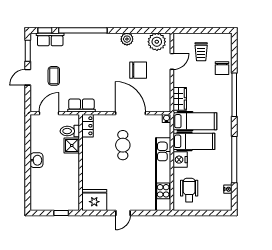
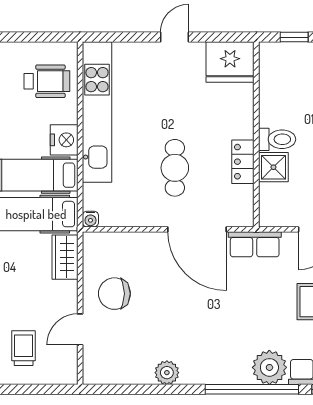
plant: (157, 42) -> (269, 367), moved
chair: (138, 70) -> (114, 294), moved
door: (130, 113) -> (197, 229), moved
locker: (88, 126) -> (243, 162), moved
toilet: (70, 131) -> (277, 139), moved
wheelchair: (189, 190) -> (47, 81), turned -90

